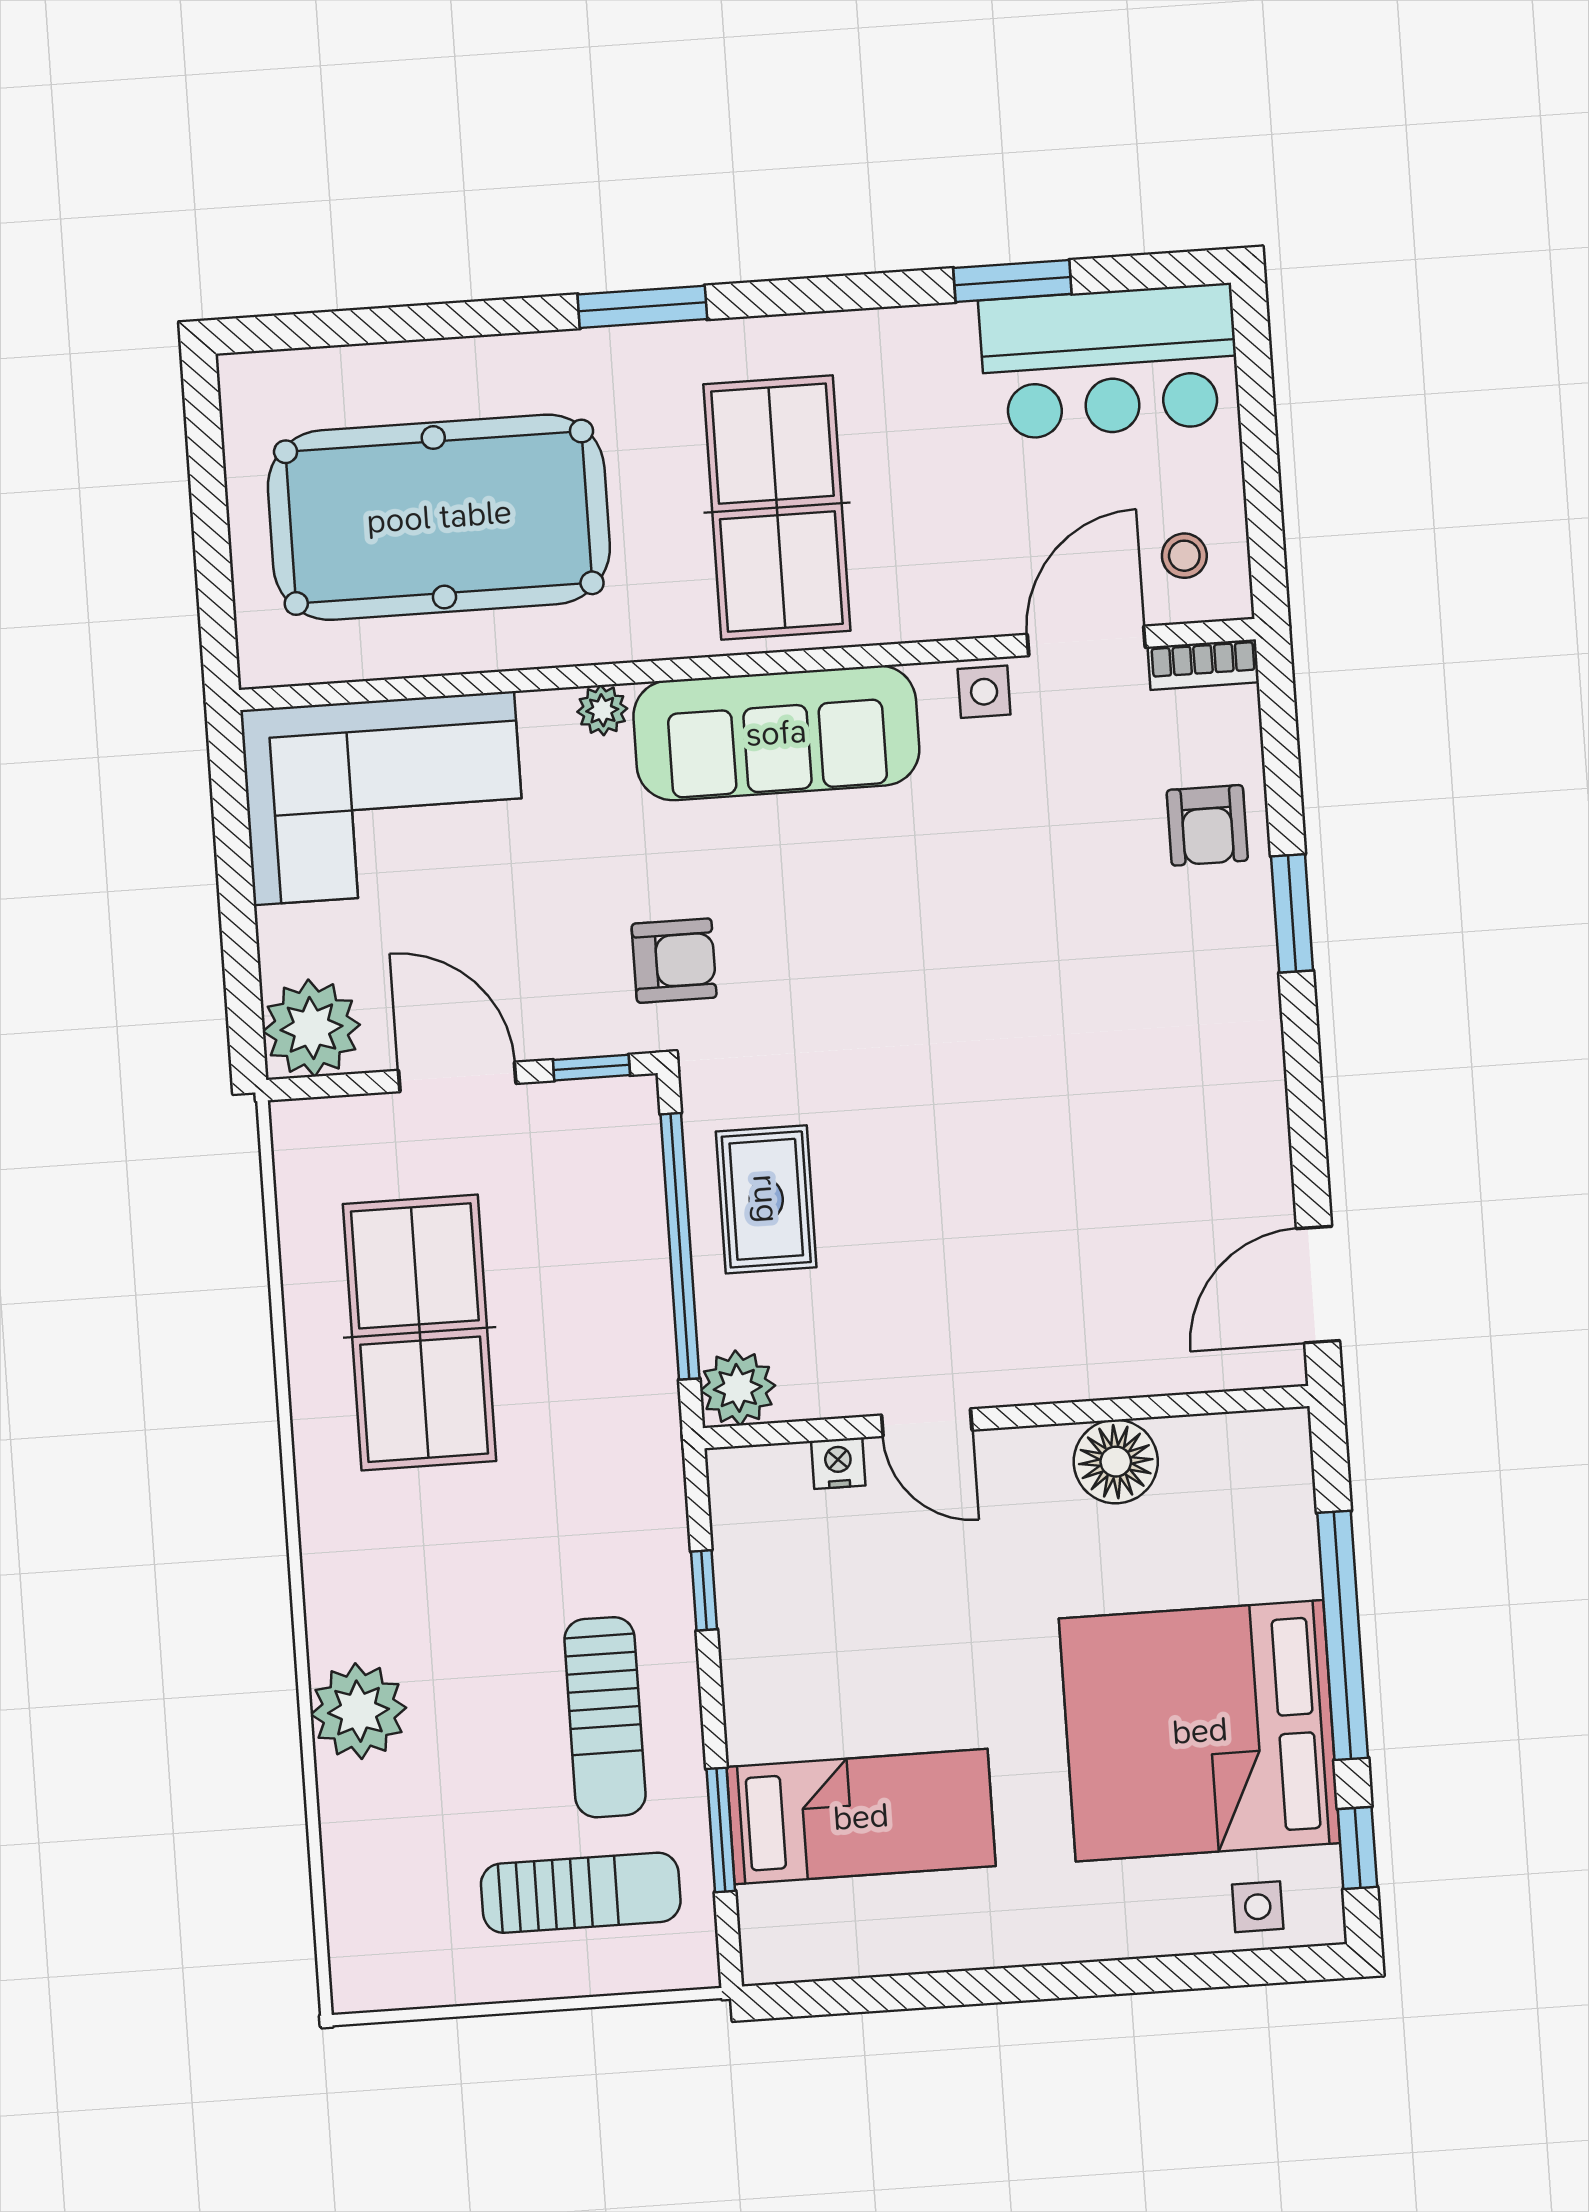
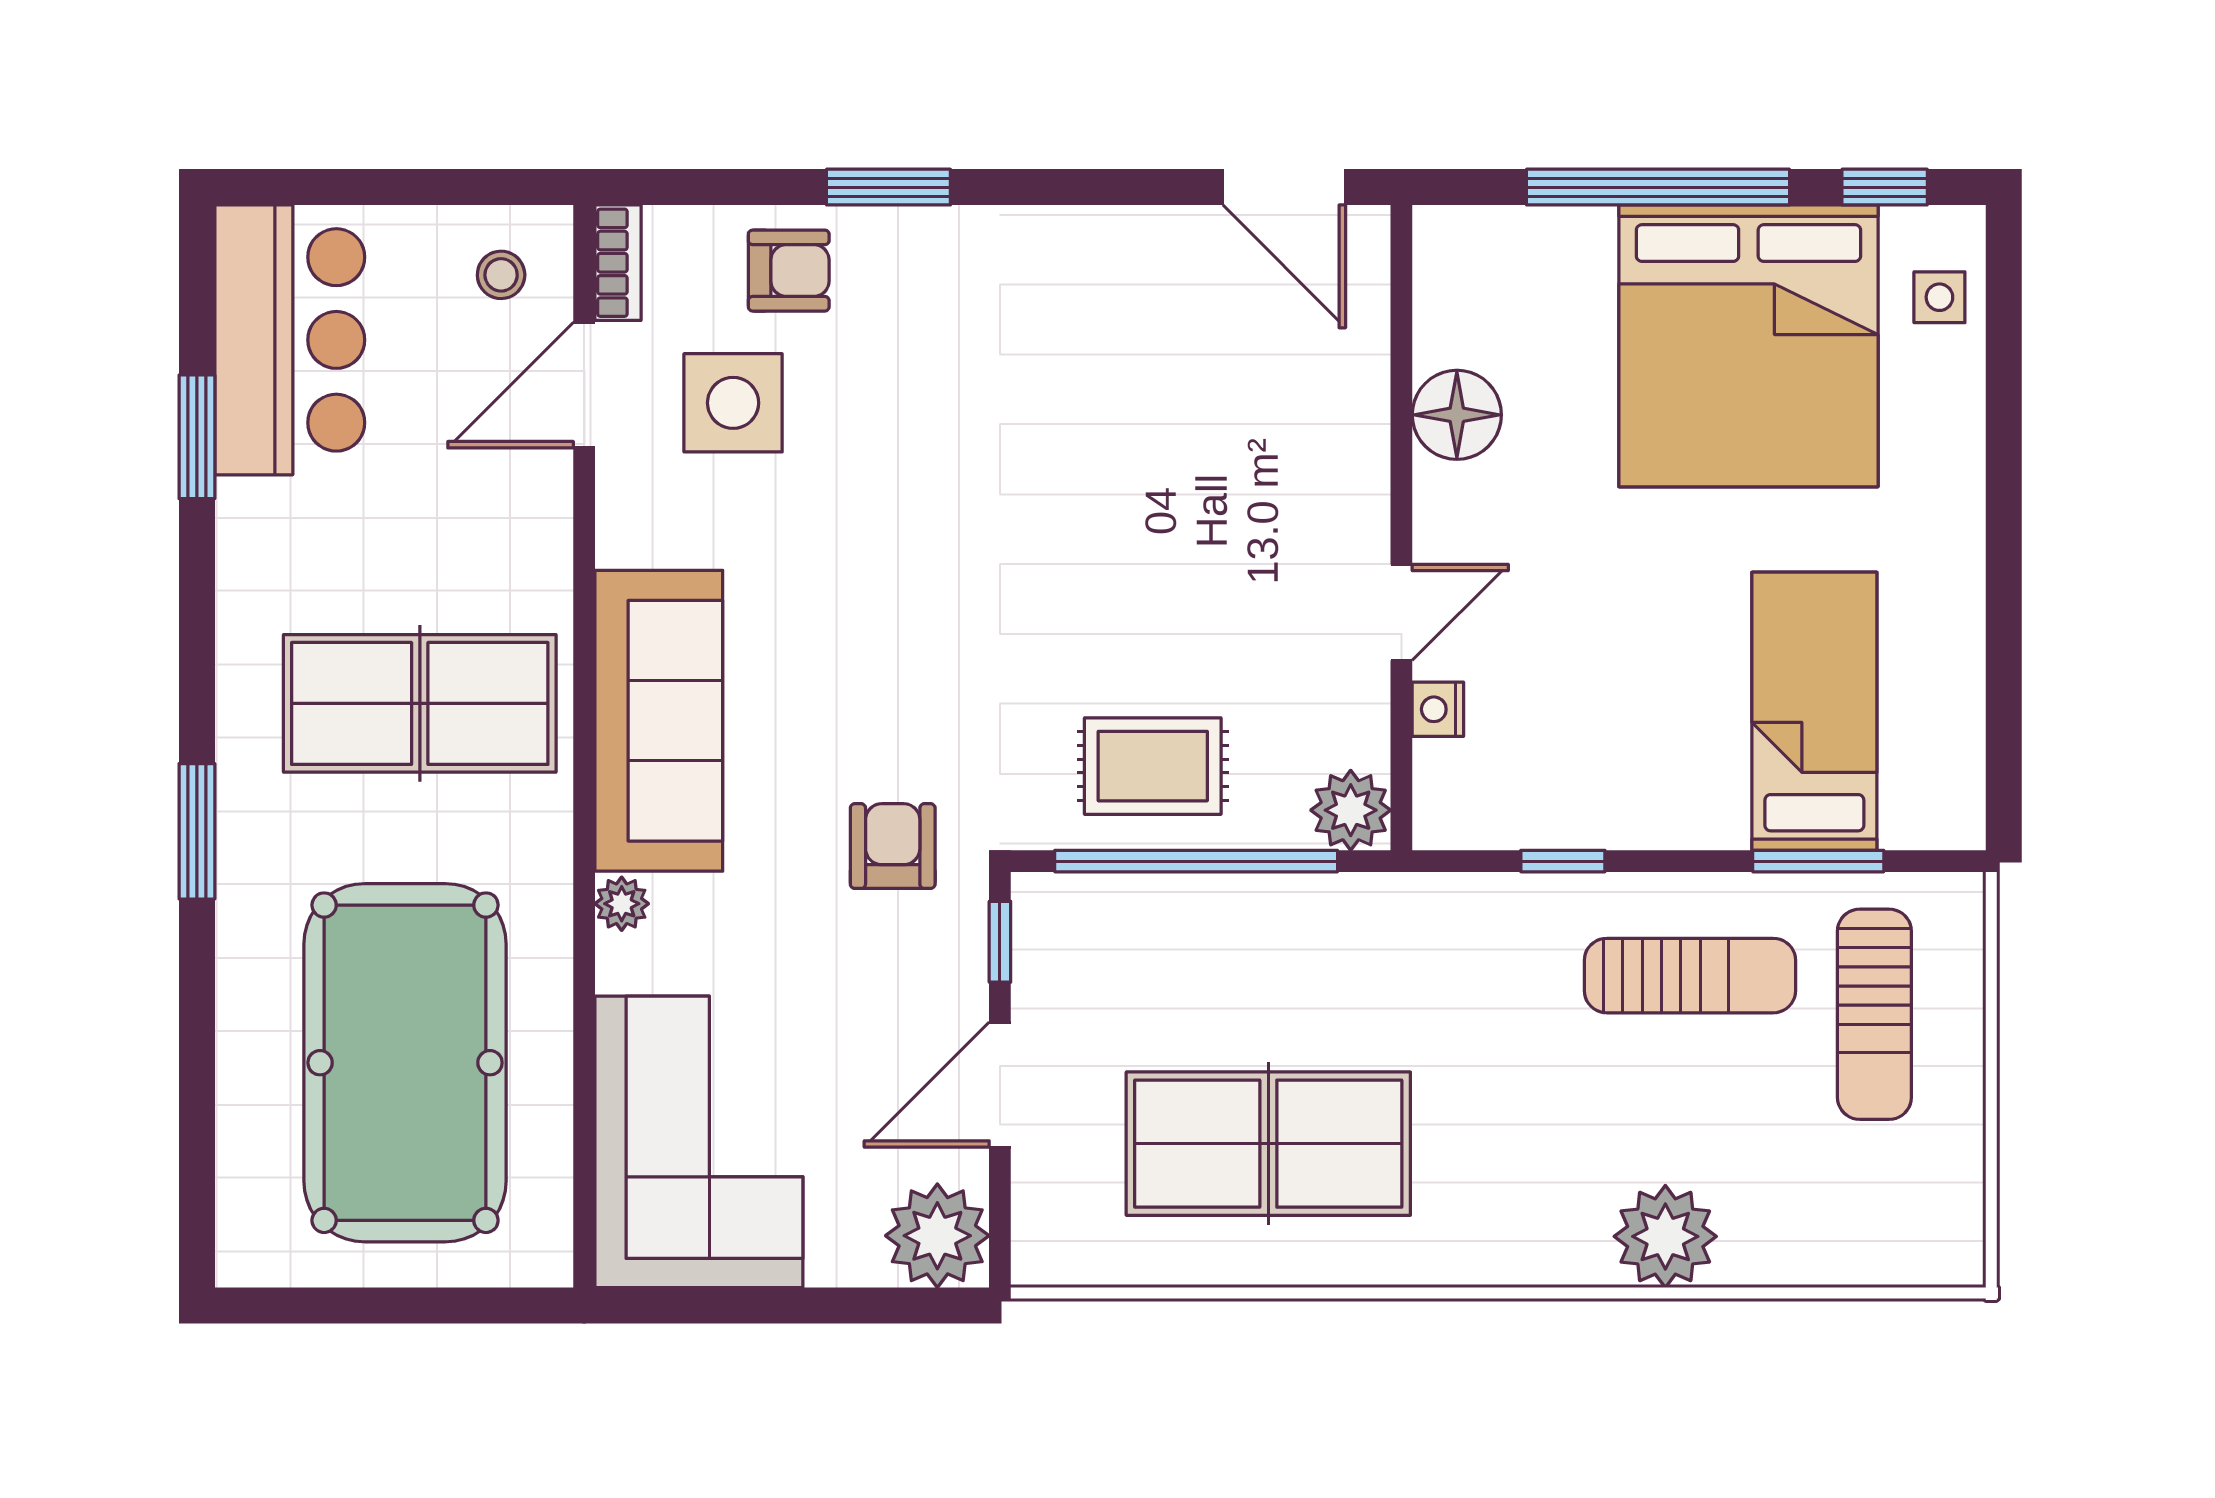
door: (1086, 641) -> (584, 385), hinge flipped
side table: (984, 692) -> (733, 403), moved, width x1.87, depth x1.87
sun lounger: (581, 1893) -> (1874, 1014), turned 180

